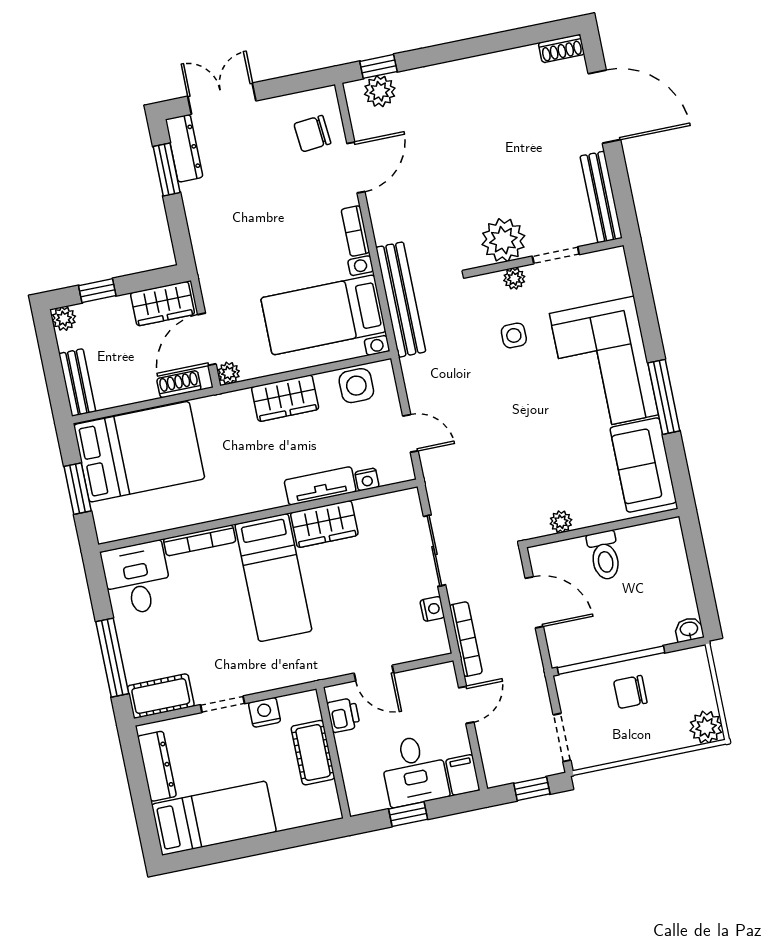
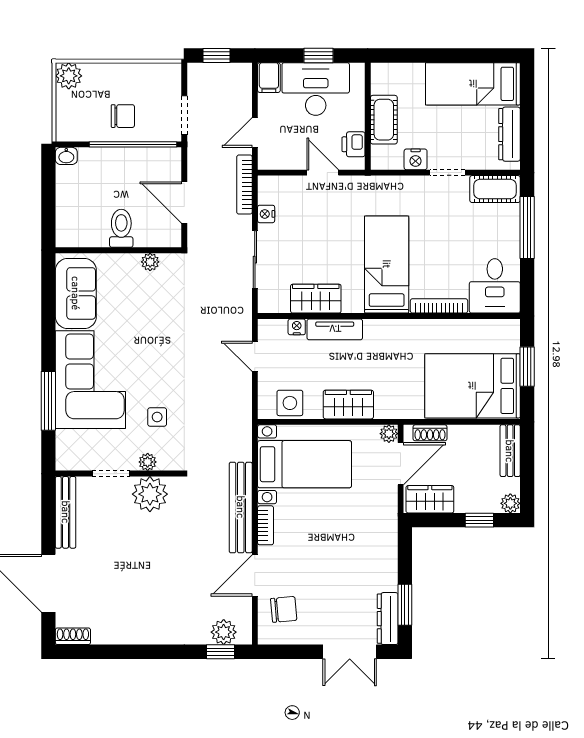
bench: (401, 300) -> (241, 507), moved
window: (664, 397) -> (48, 401), moved
wardrobe: (324, 524) -> (316, 299), moved
doorway: (562, 737) -> (184, 115), moved
desk: (414, 770) -> (316, 89), width x1.37

